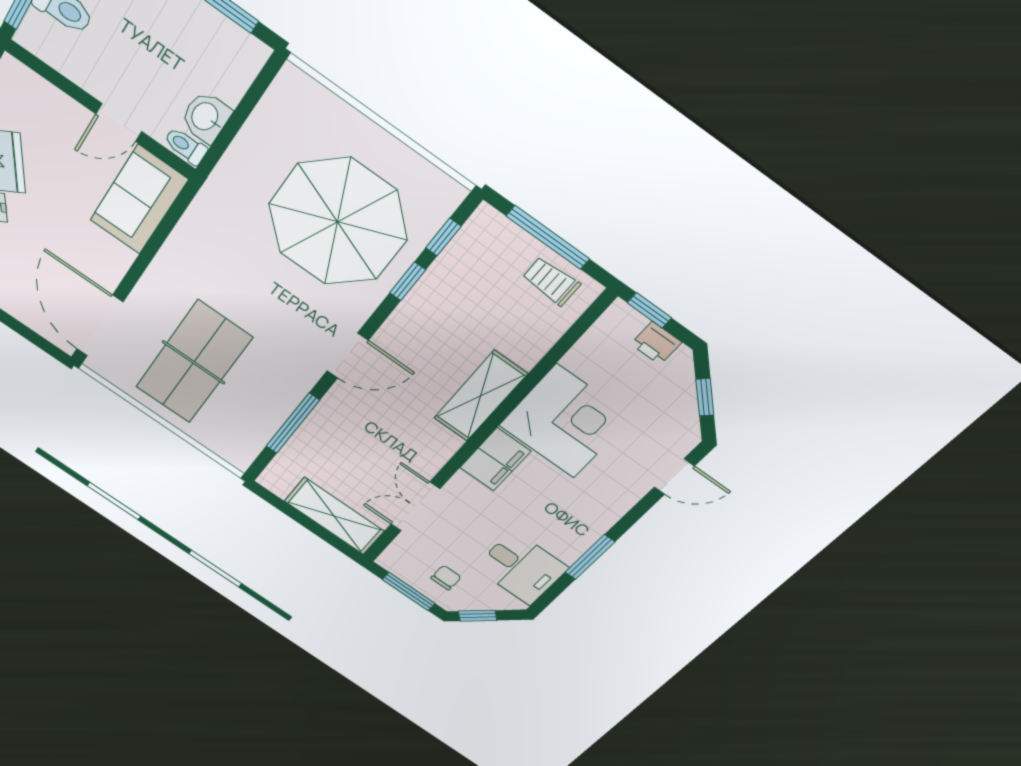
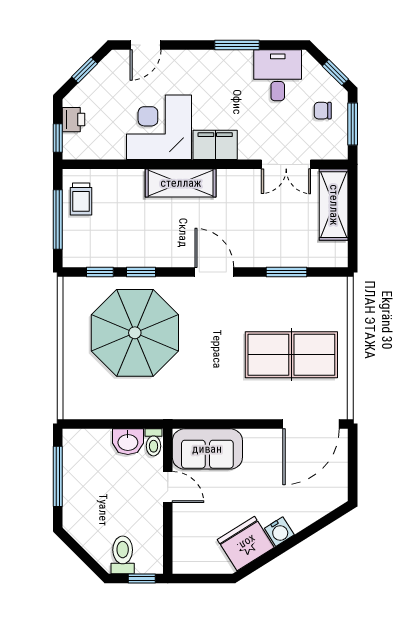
window: (293, 423) -> (286, 272), width x0.69
door: (674, 477) -> (146, 45), swing flipped

